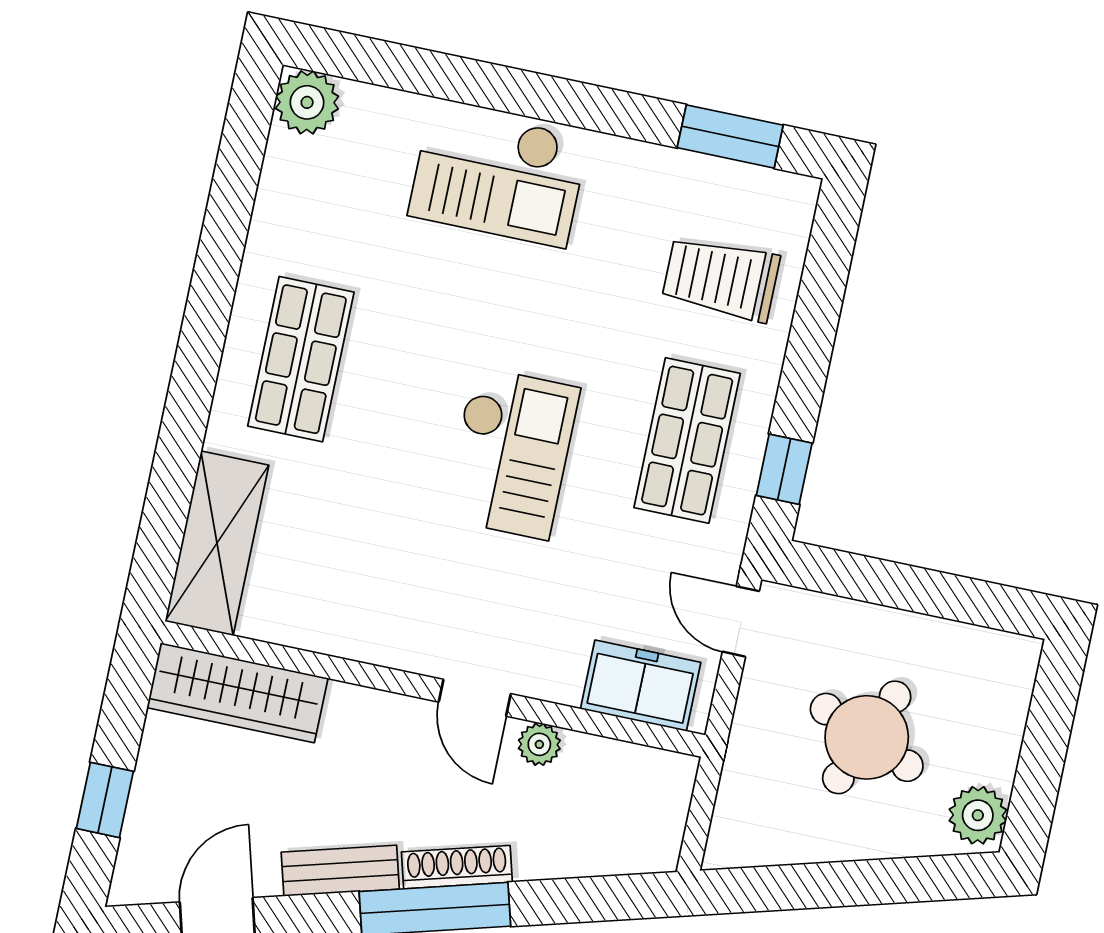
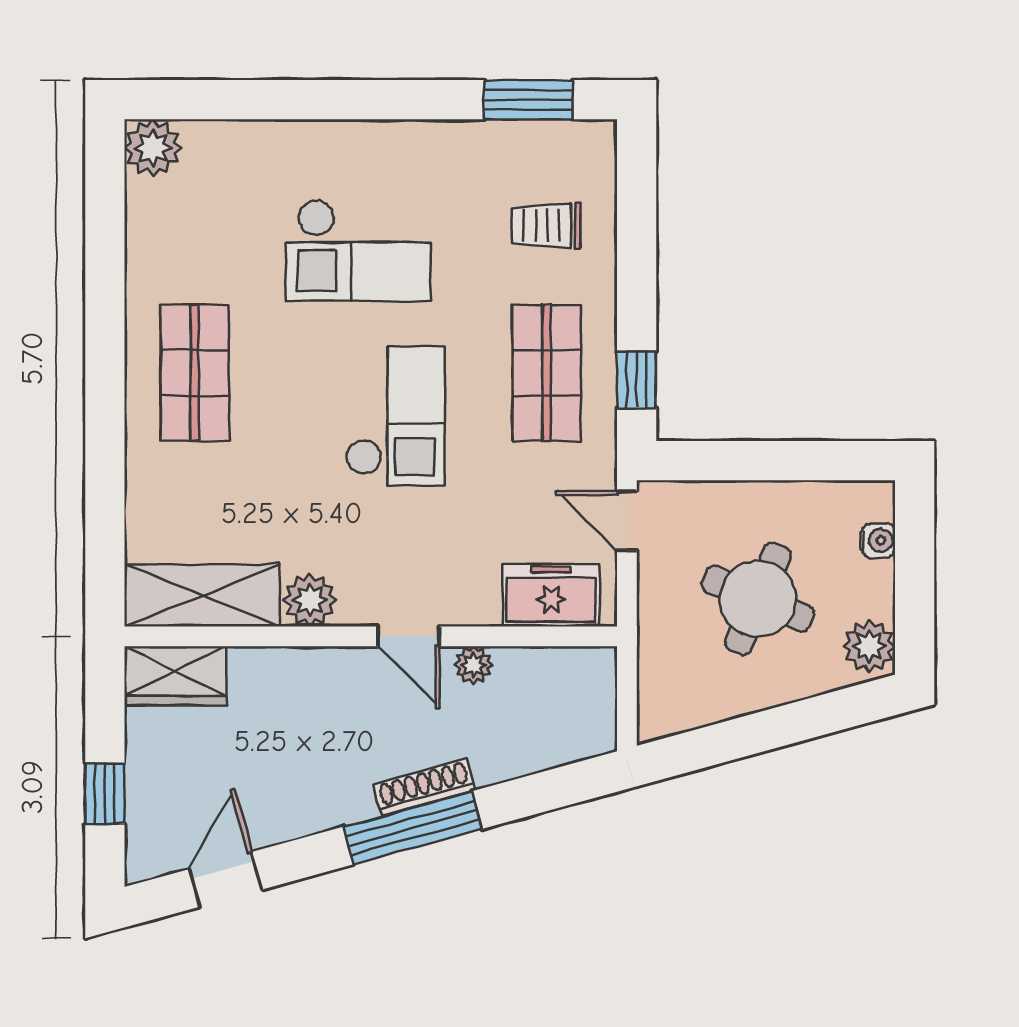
checkout: (498, 176) -> (358, 250), moved
trolley: (721, 279) -> (546, 225), width x0.73, depth x0.72
shelving: (217, 543) -> (202, 596), moved, turned 90
plant: (375, 635) -> (310, 600), added
wardrobe: (237, 693) -> (175, 676), width x0.67
water cooler: (1012, 701) -> (878, 541), added
bench: (340, 871) -> (323, 812), removed

